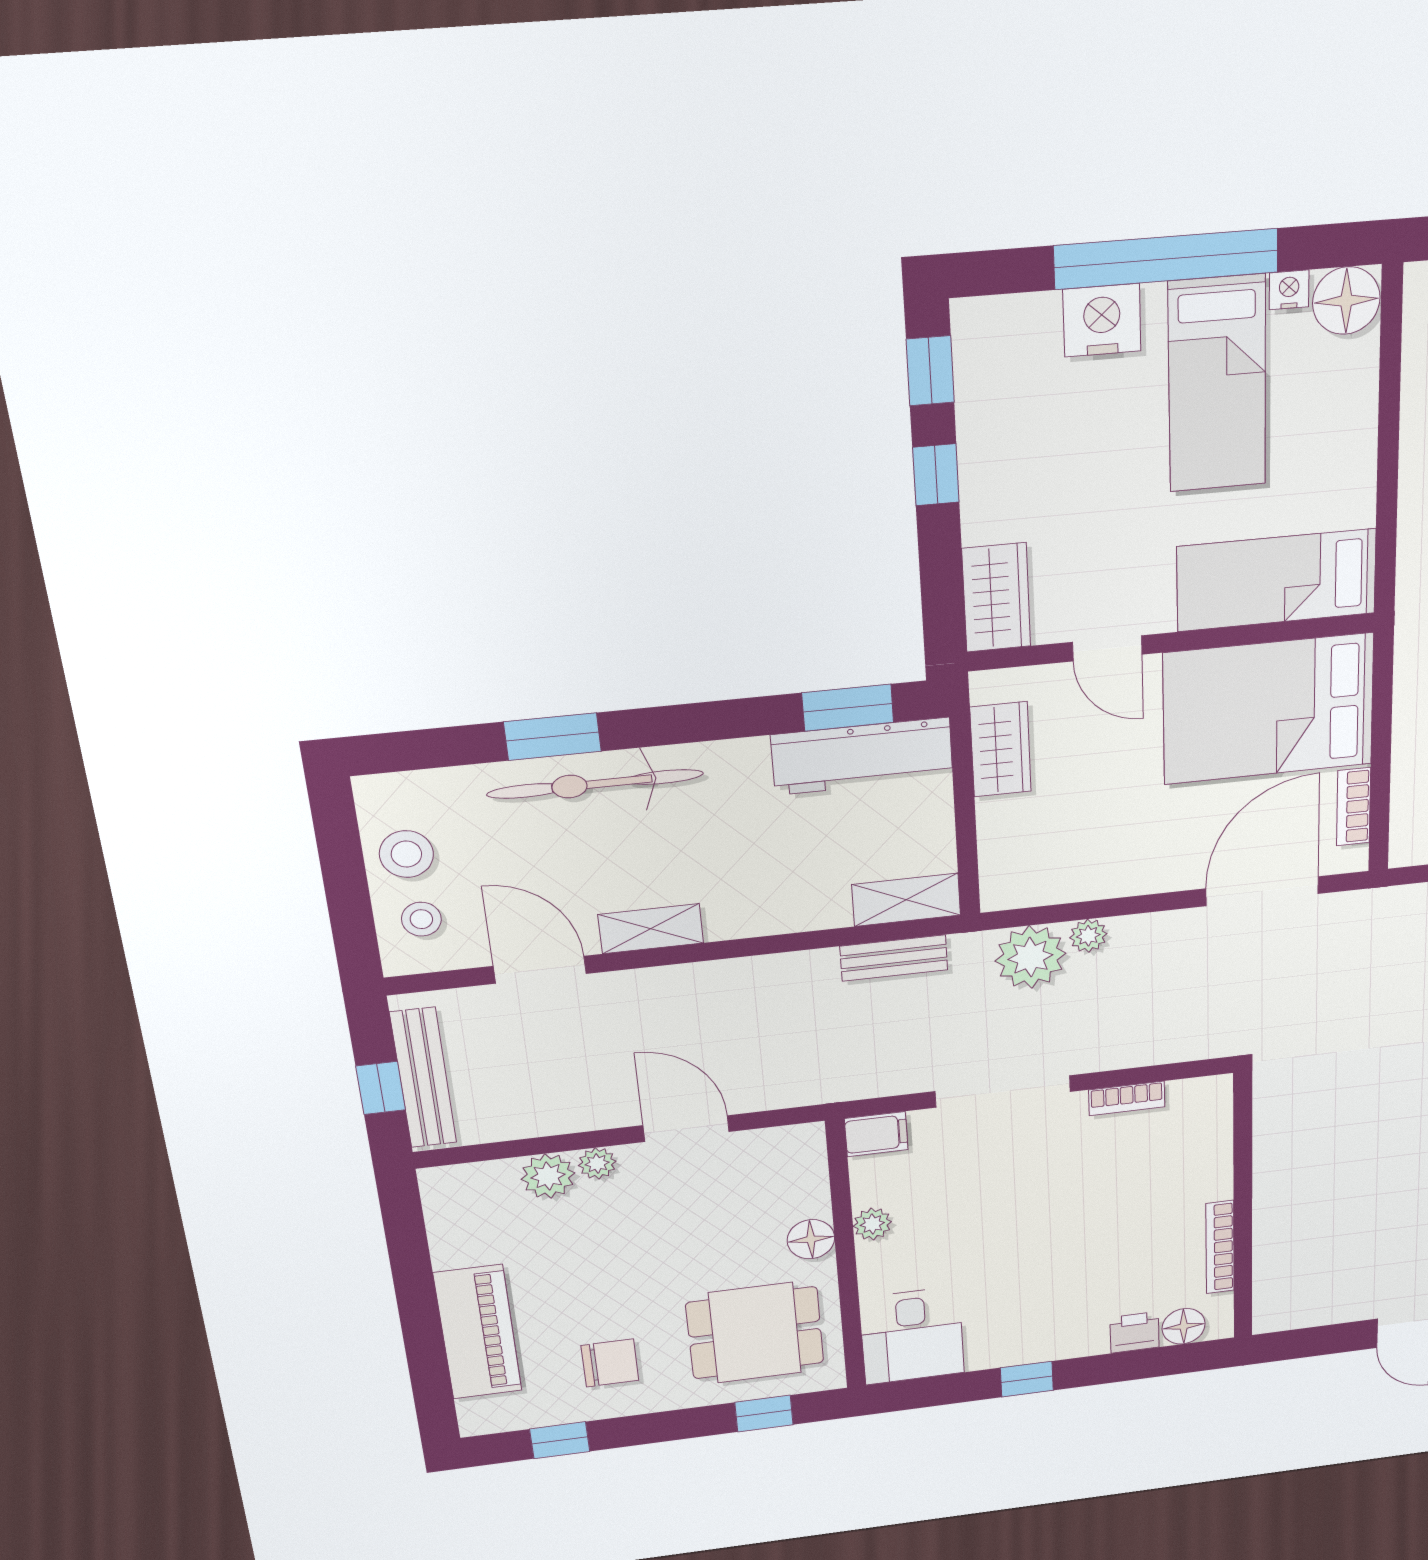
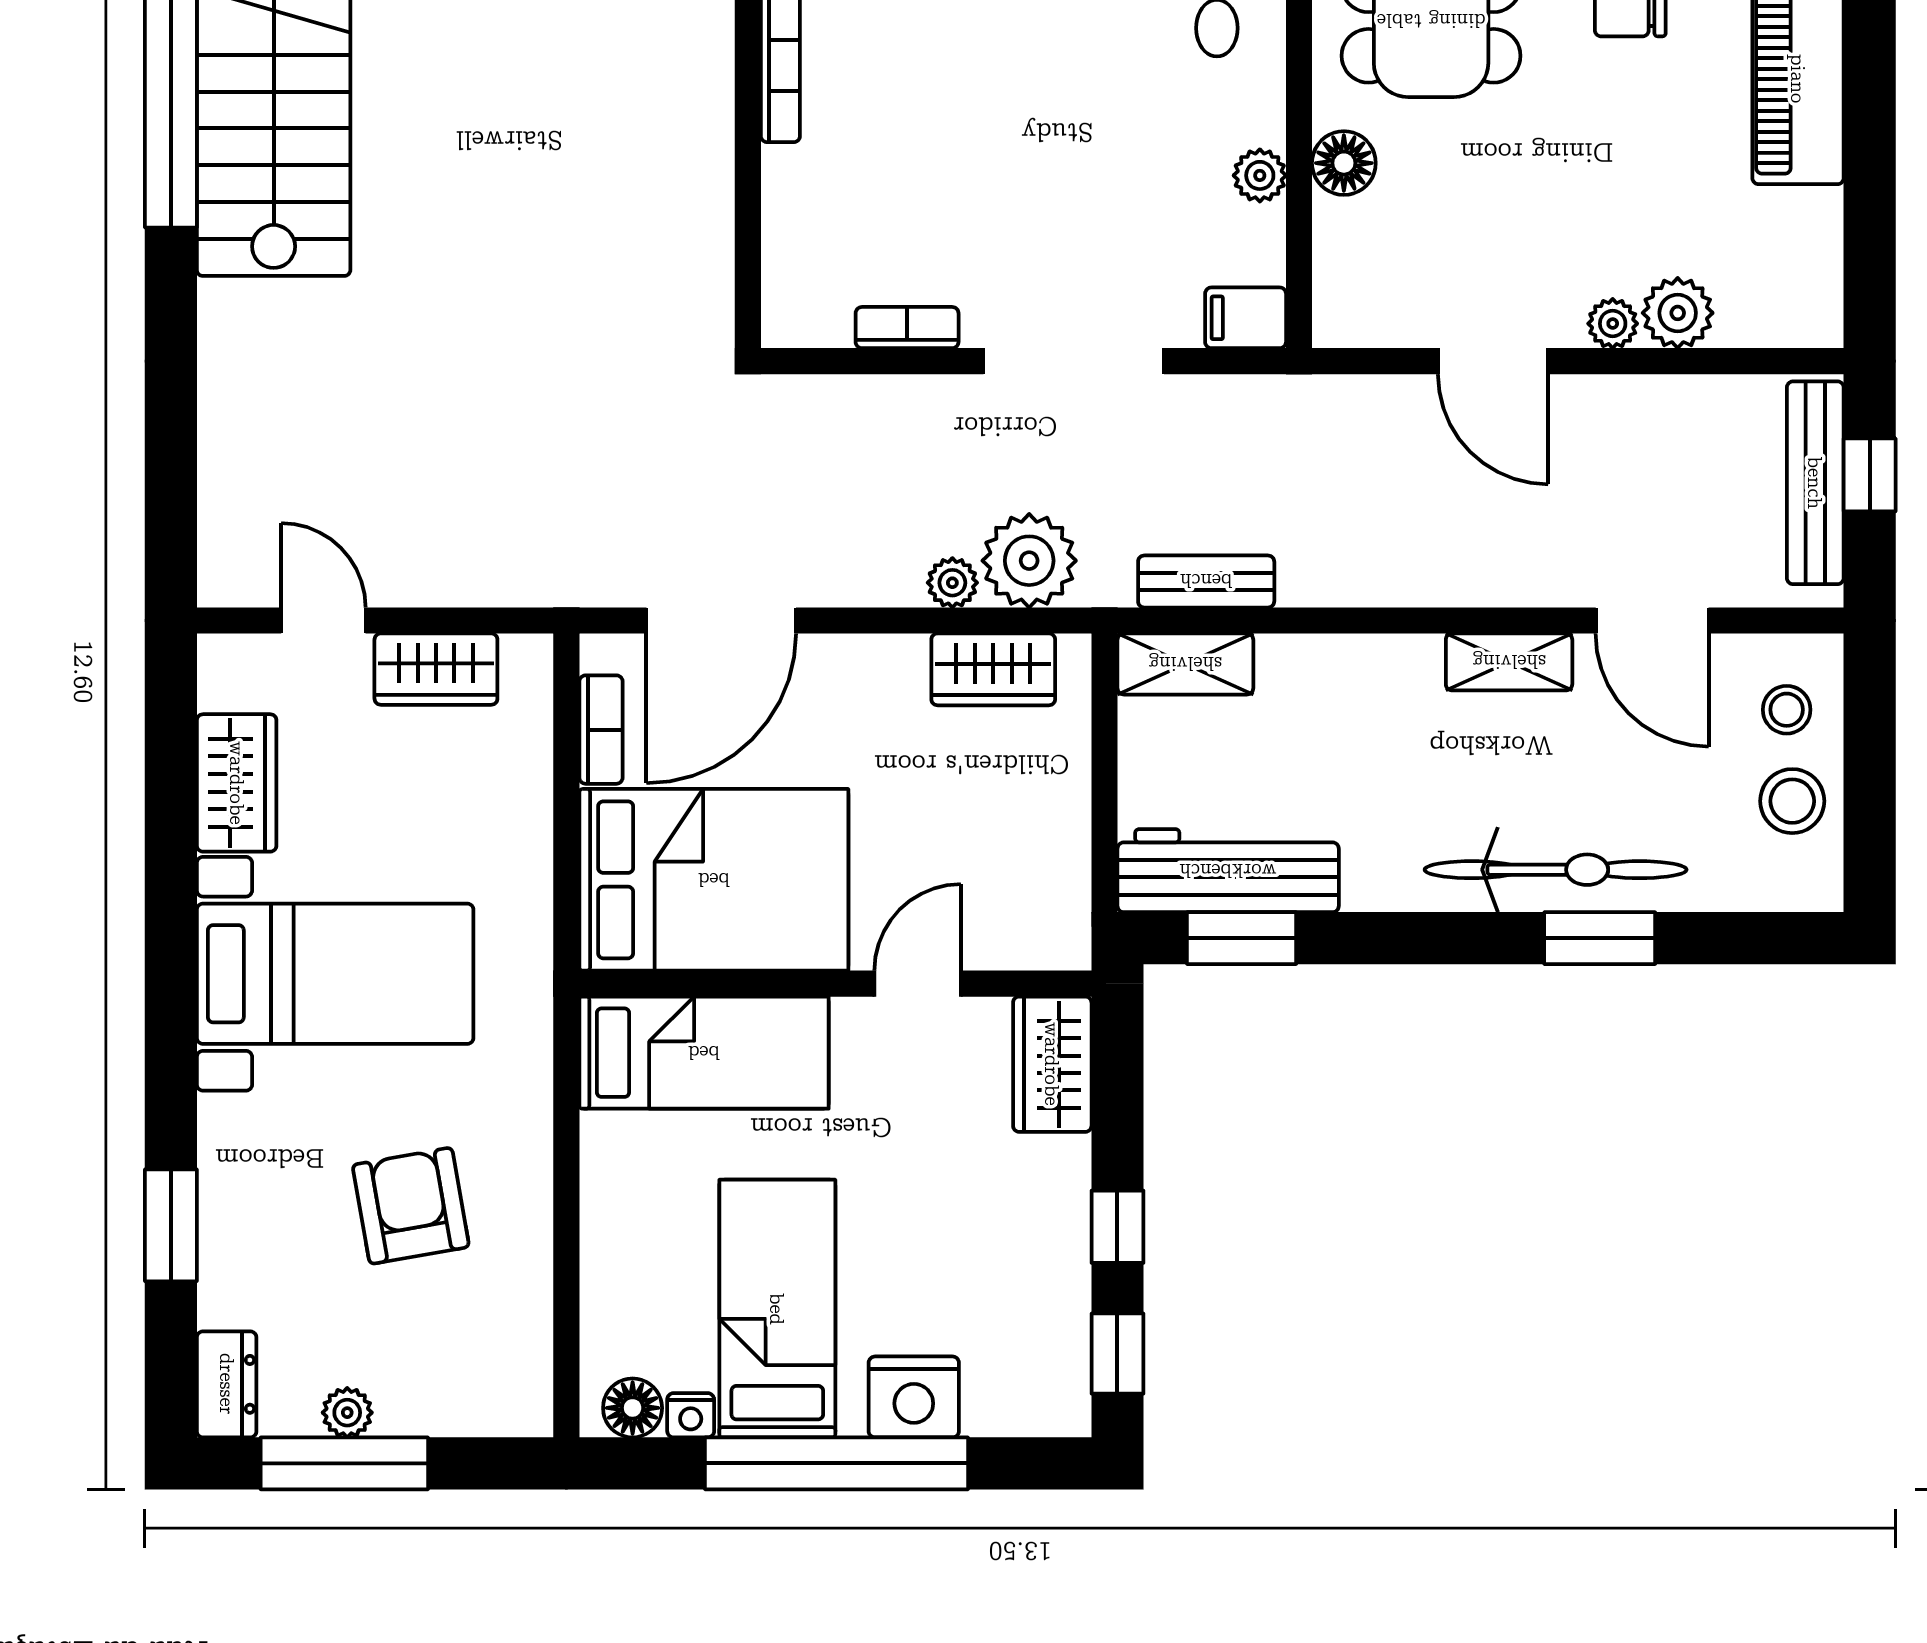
floor lamp: (1346, 301) -> (633, 1408), width x0.73, depth x0.73
door: (1107, 648) -> (918, 984), hinge flipped
wardrobe: (1001, 749) -> (993, 669), moved, turned -90

